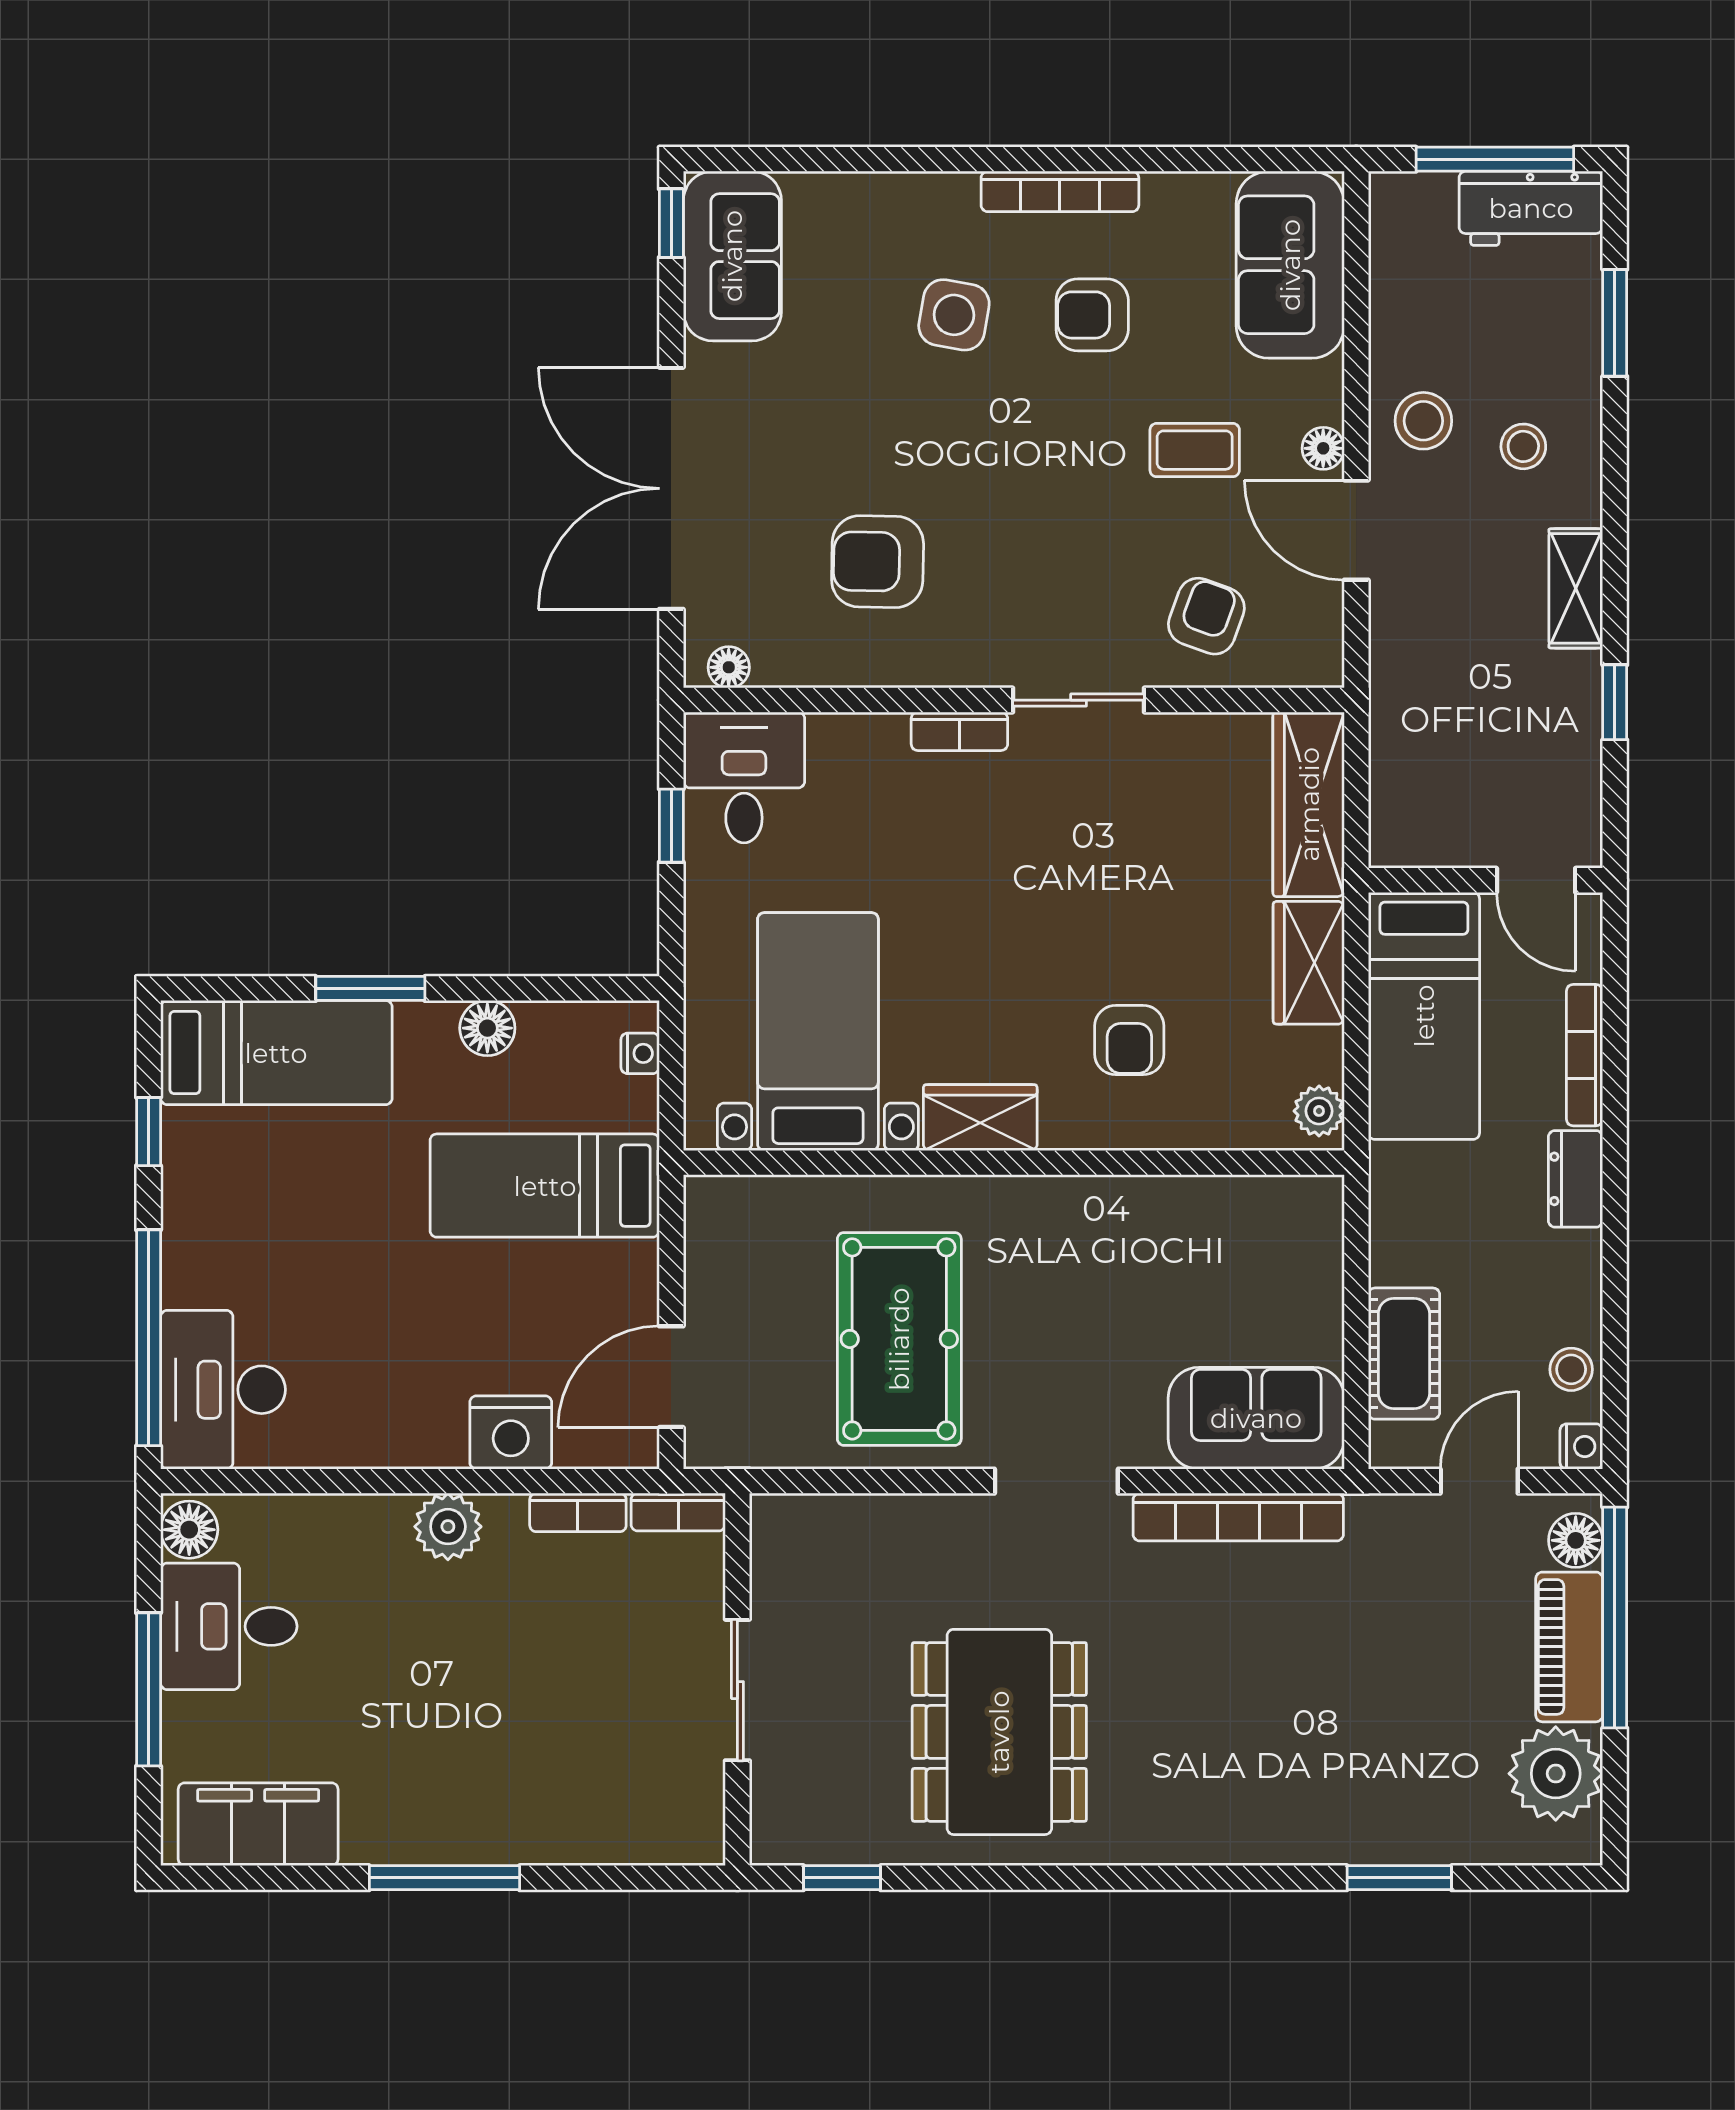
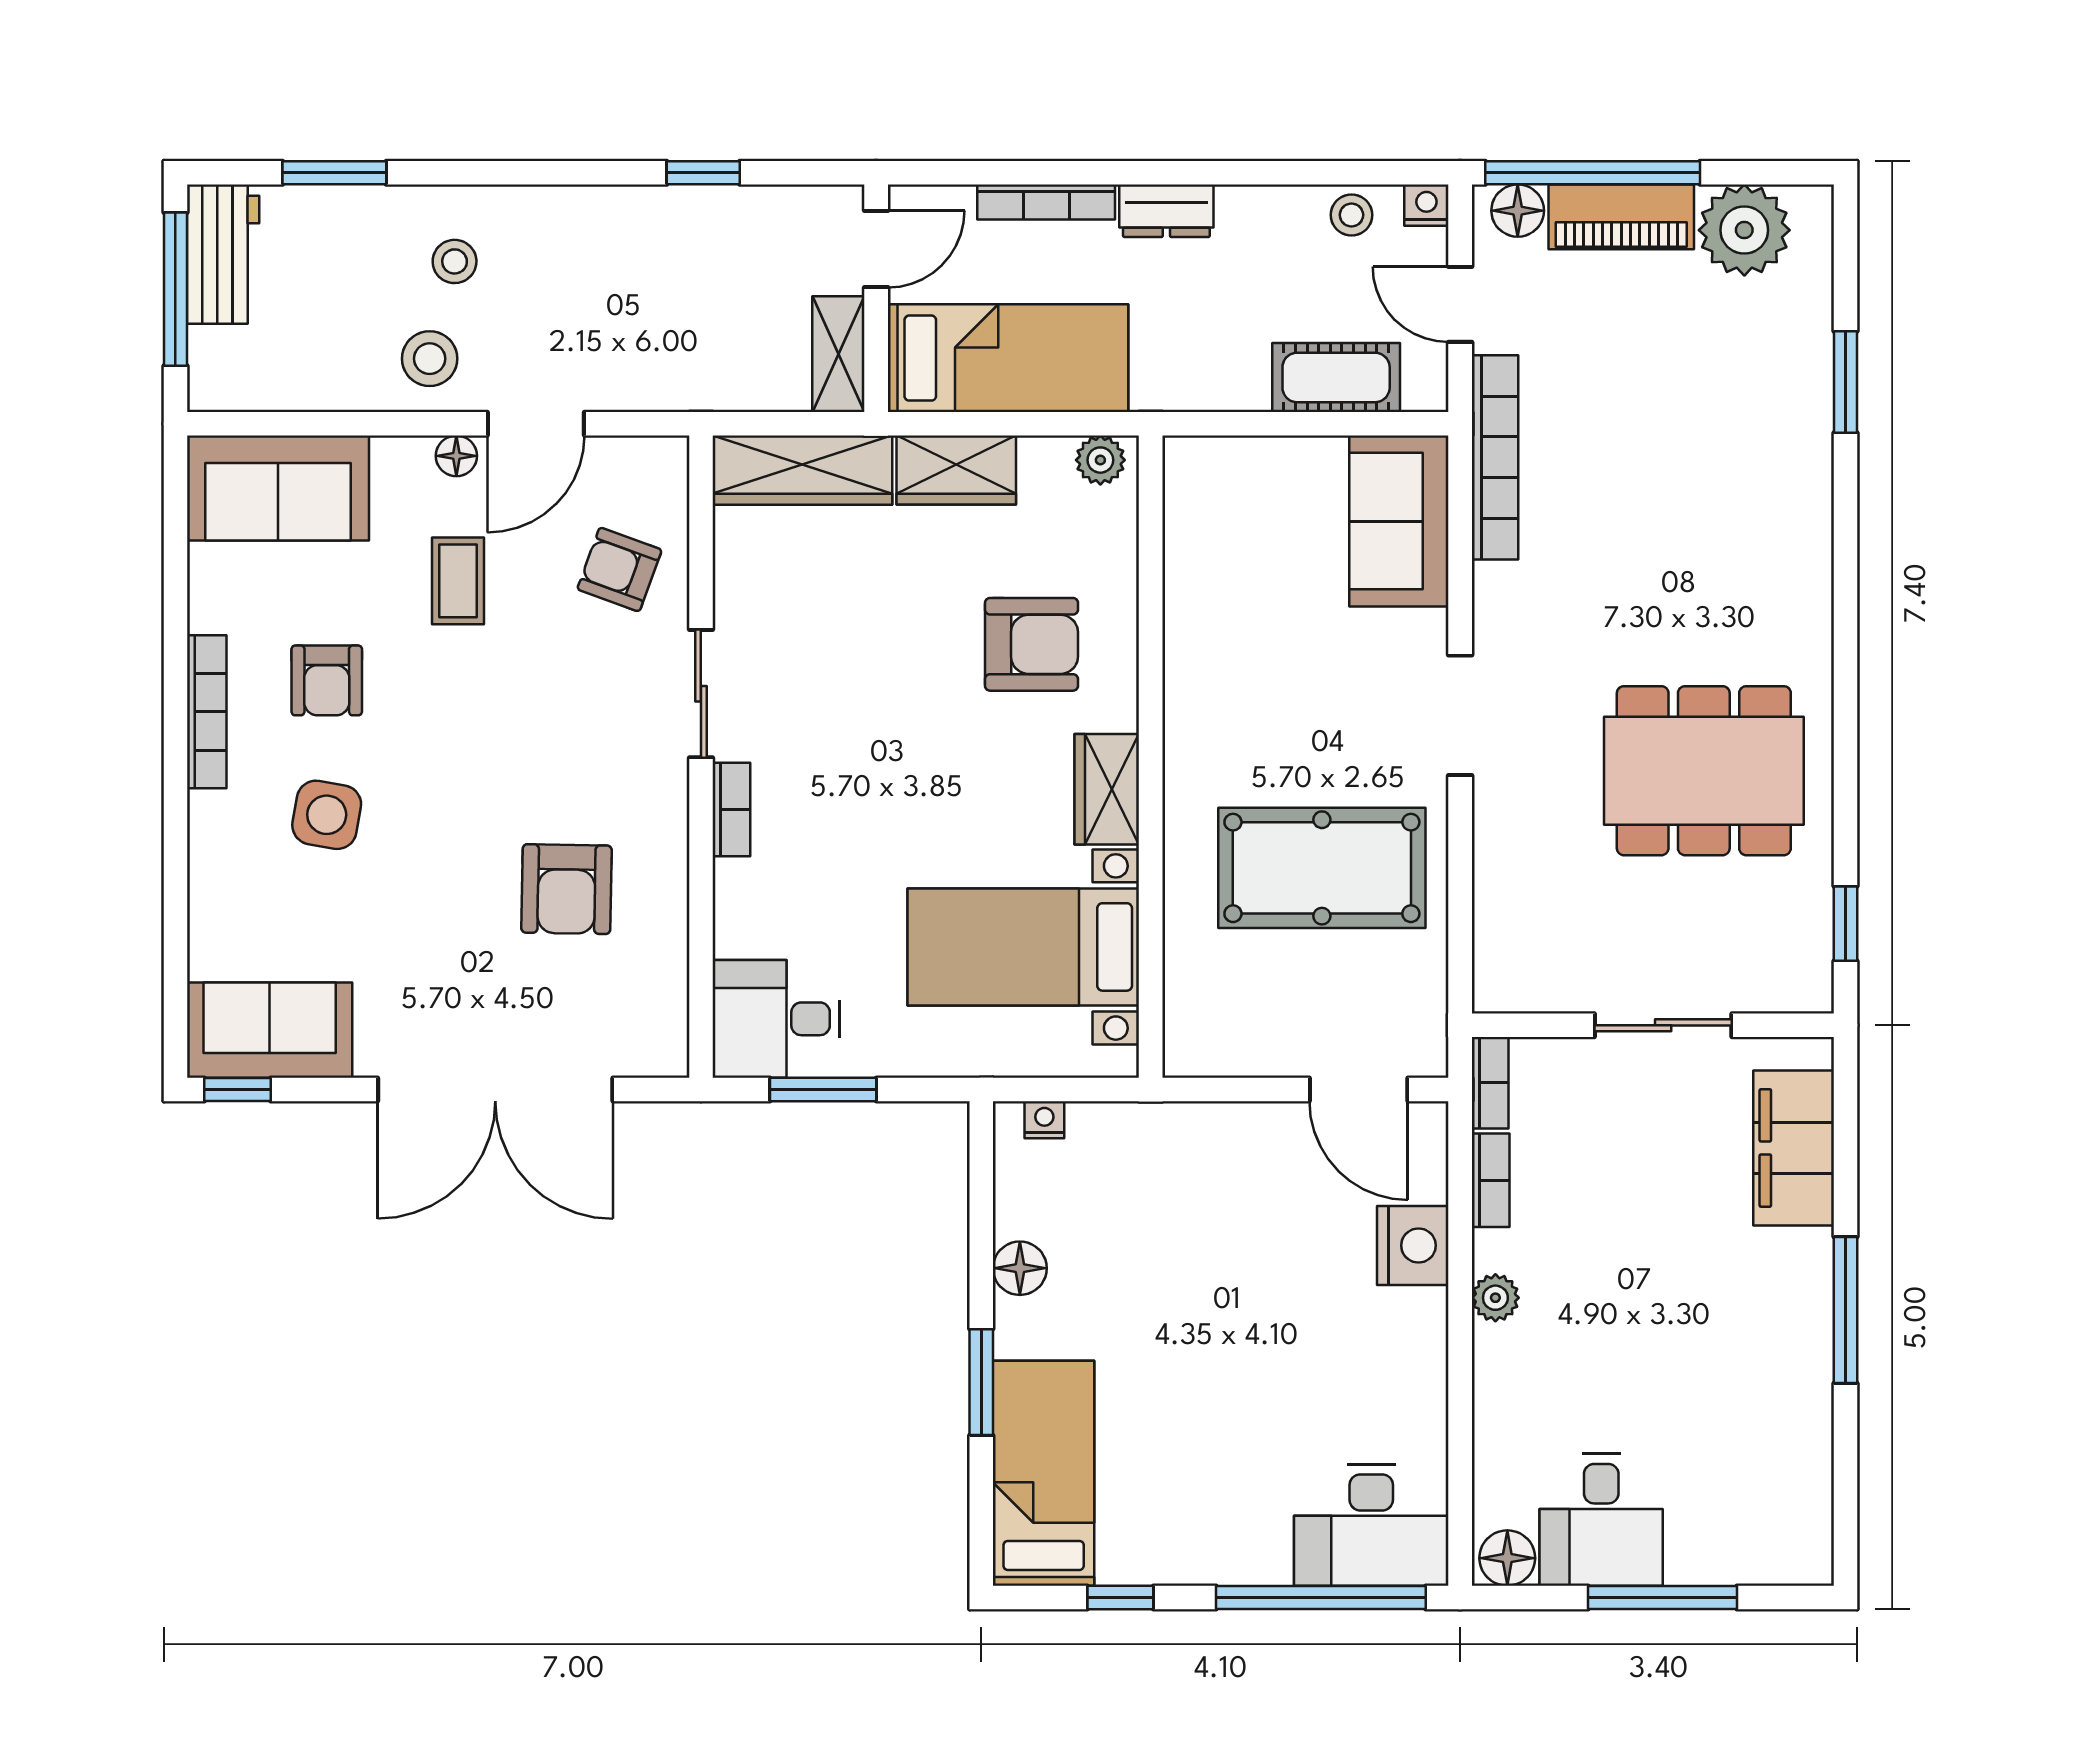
shelving: (1576, 588) -> (838, 354), moved, turned 90
floor lamp: (729, 667) -> (669, 1034), removed
window: (671, 826) -> (823, 1089), width x1.50
armchair: (1129, 1040) -> (1031, 644), width x1.38, depth x1.38
bed: (545, 1186) -> (1173, 1213), removed
bookcase: (1238, 1517) -> (1495, 457), moved
plant: (448, 1527) -> (1495, 1298), width x0.73, depth x0.73
filing cabinet: (258, 1824) -> (1794, 1148), moved

